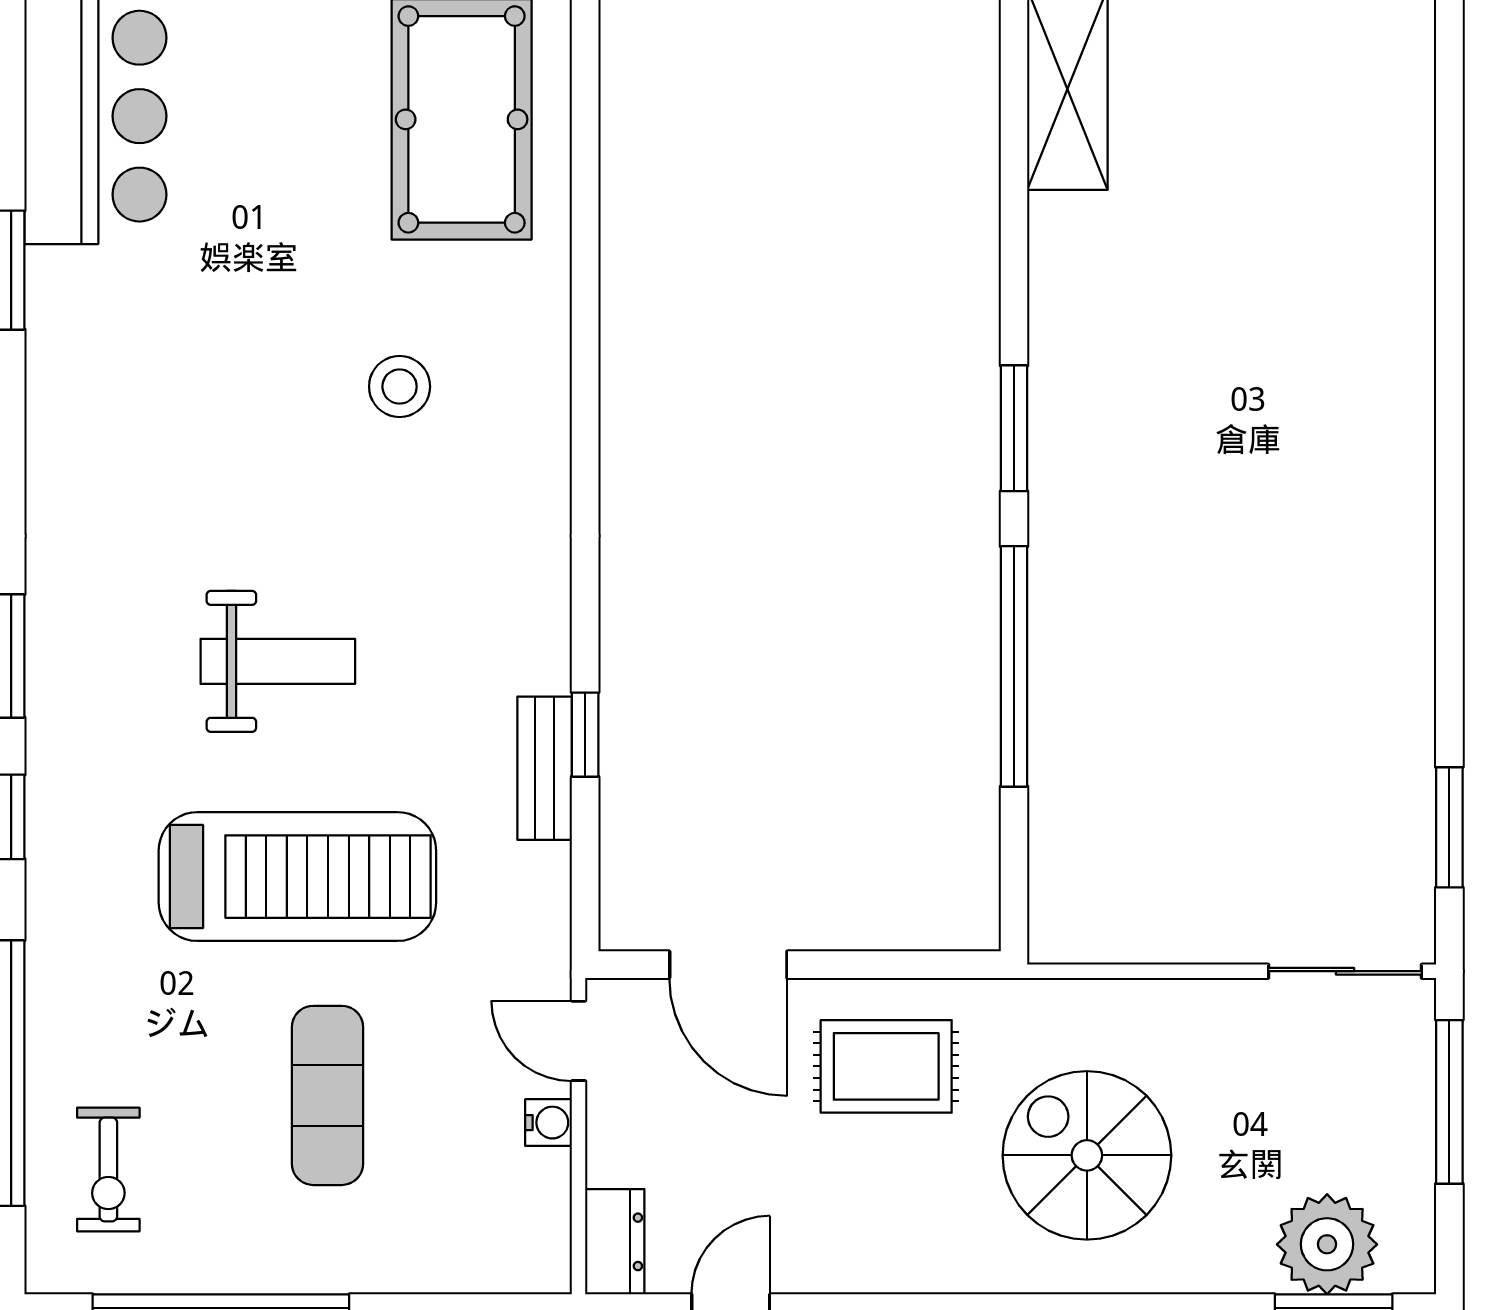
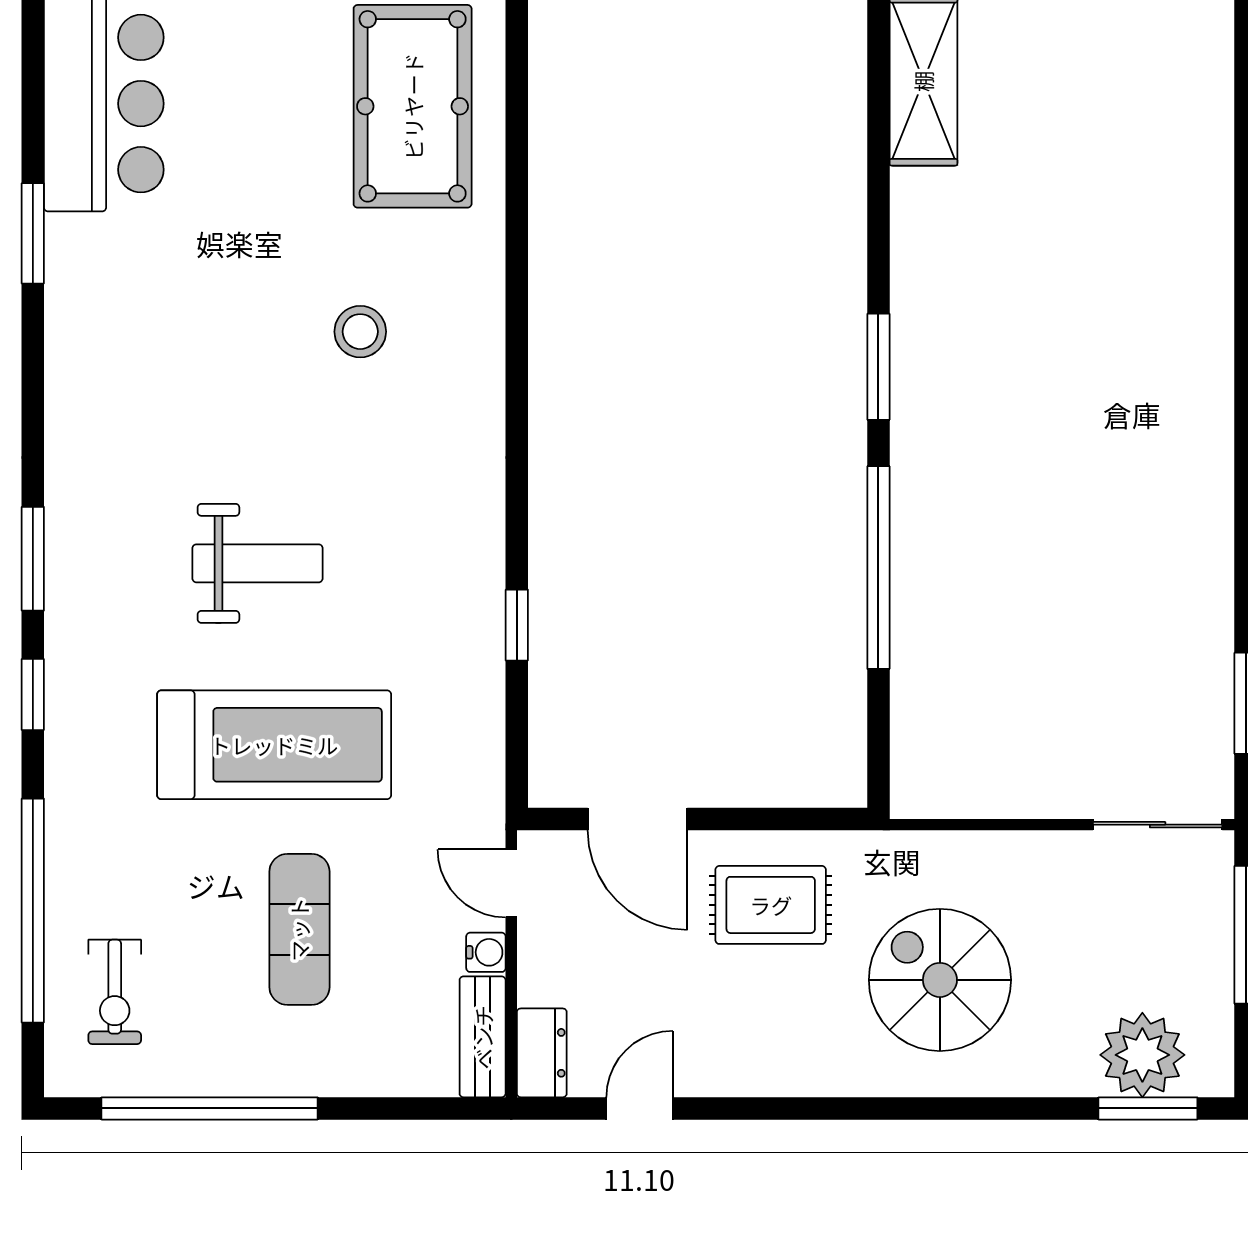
bench: (545, 768) -> (483, 1037), moved

